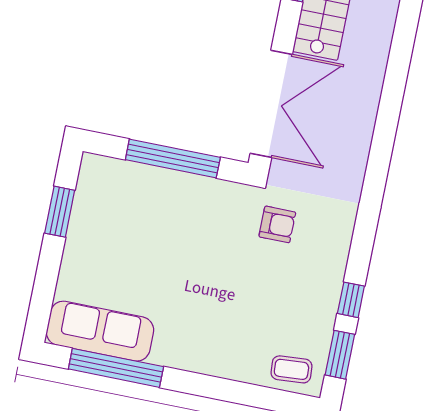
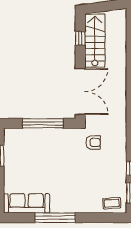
window: (116, 368) -> (55, 218), moved

